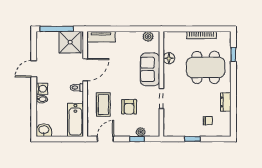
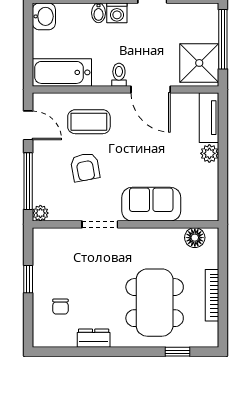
plant: (148, 36) -> (209, 153), moved
floor lamp: (169, 58) -> (195, 238), moved
armchair: (129, 107) -> (85, 167), turned -100
plant: (141, 132) -> (40, 213), moved
window: (137, 139) -> (28, 181), width x2.17

